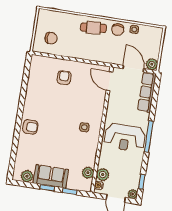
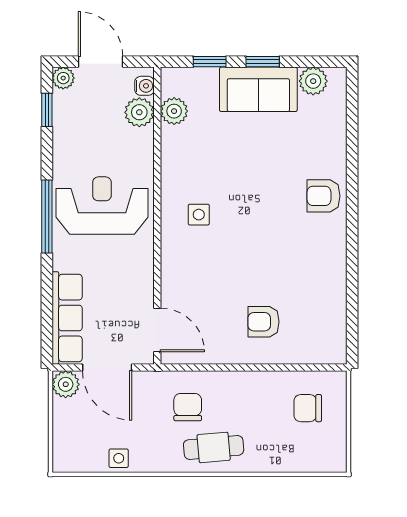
chair: (118, 30) -> (188, 407), moved
armchair: (64, 78) -> (263, 322), turned 90

